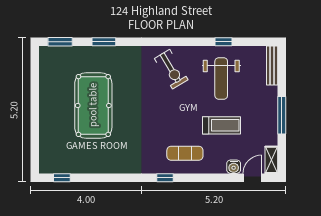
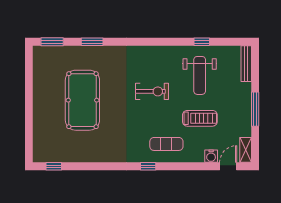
exercise bike: (171, 69) -> (152, 91), moved, turned -59

